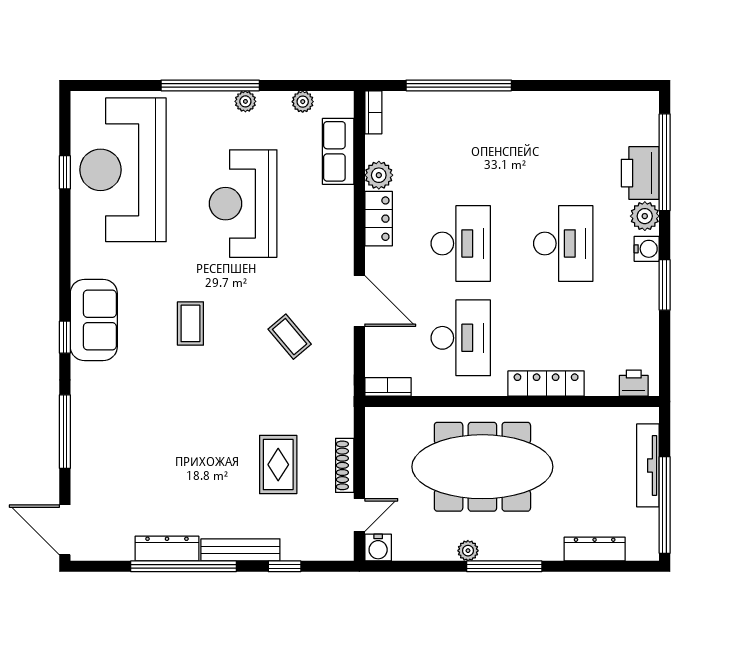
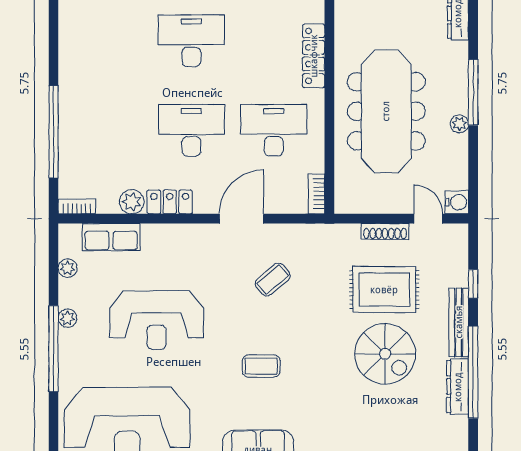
rug: (278, 465) -> (384, 290), width x1.36, depth x1.43
spiral stairs: (205, 466) -> (385, 354), added

